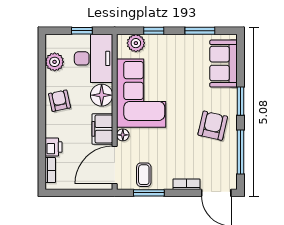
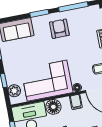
armchair: (213, 126) -> (59, 29), turned 77
filing cabinet: (102, 129) -> (76, 102), width x0.50

